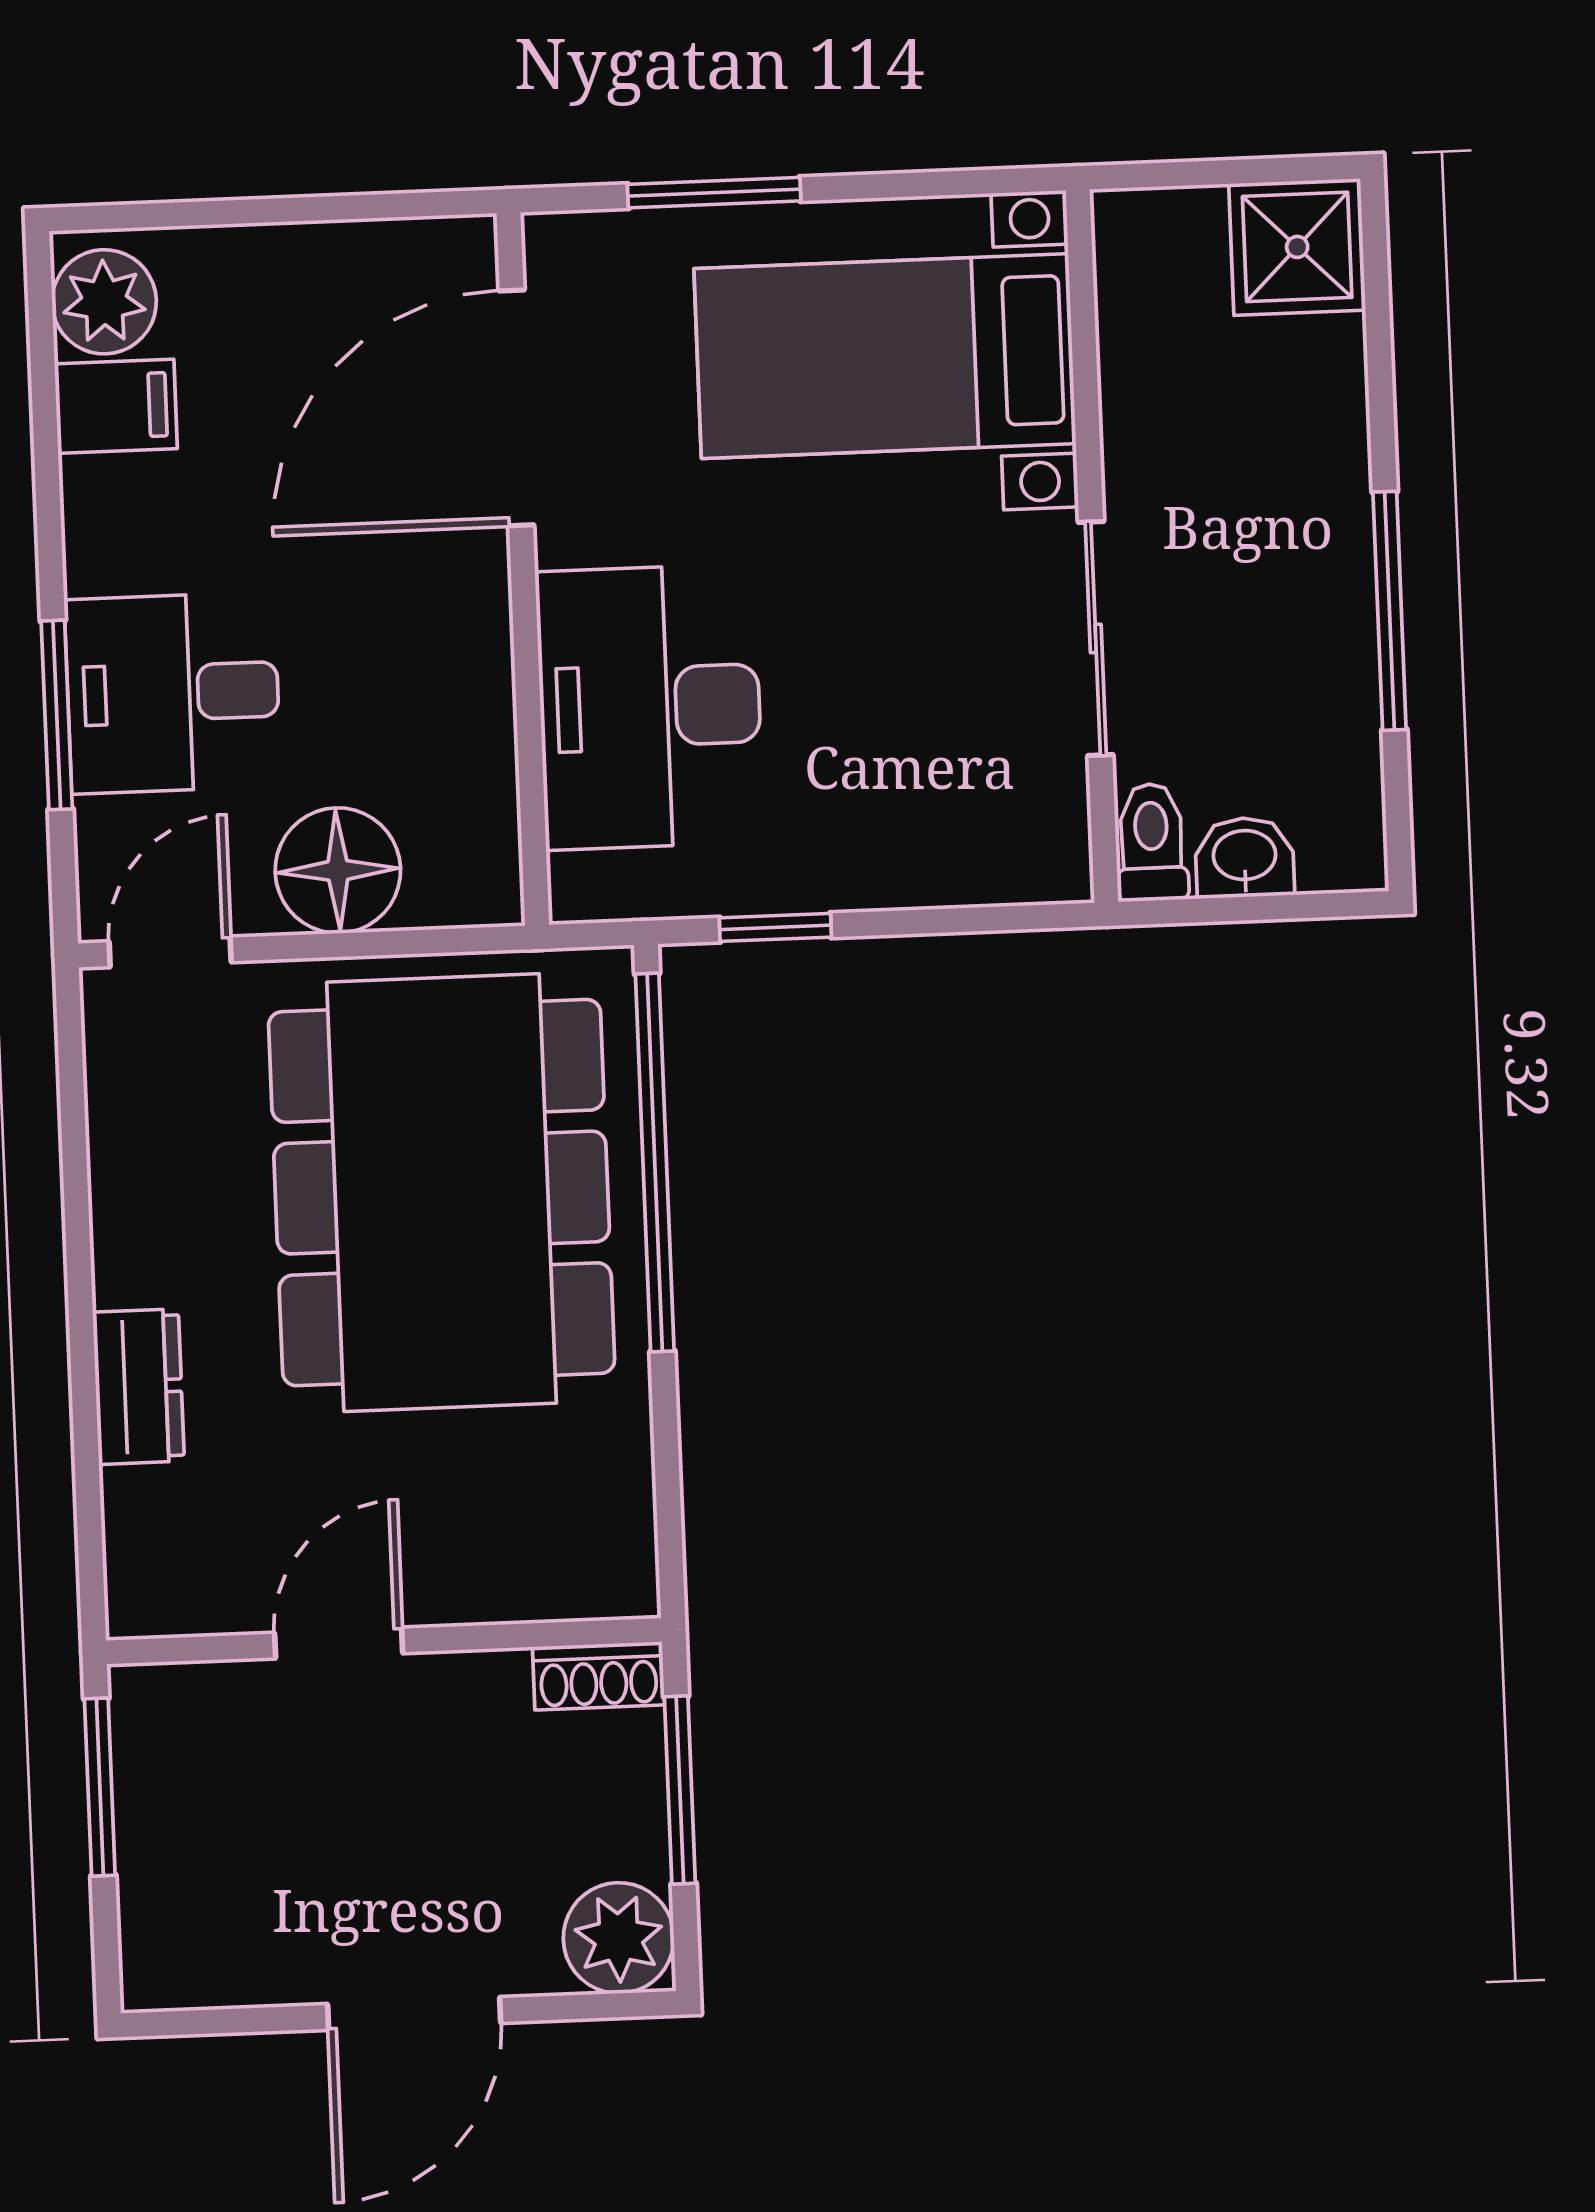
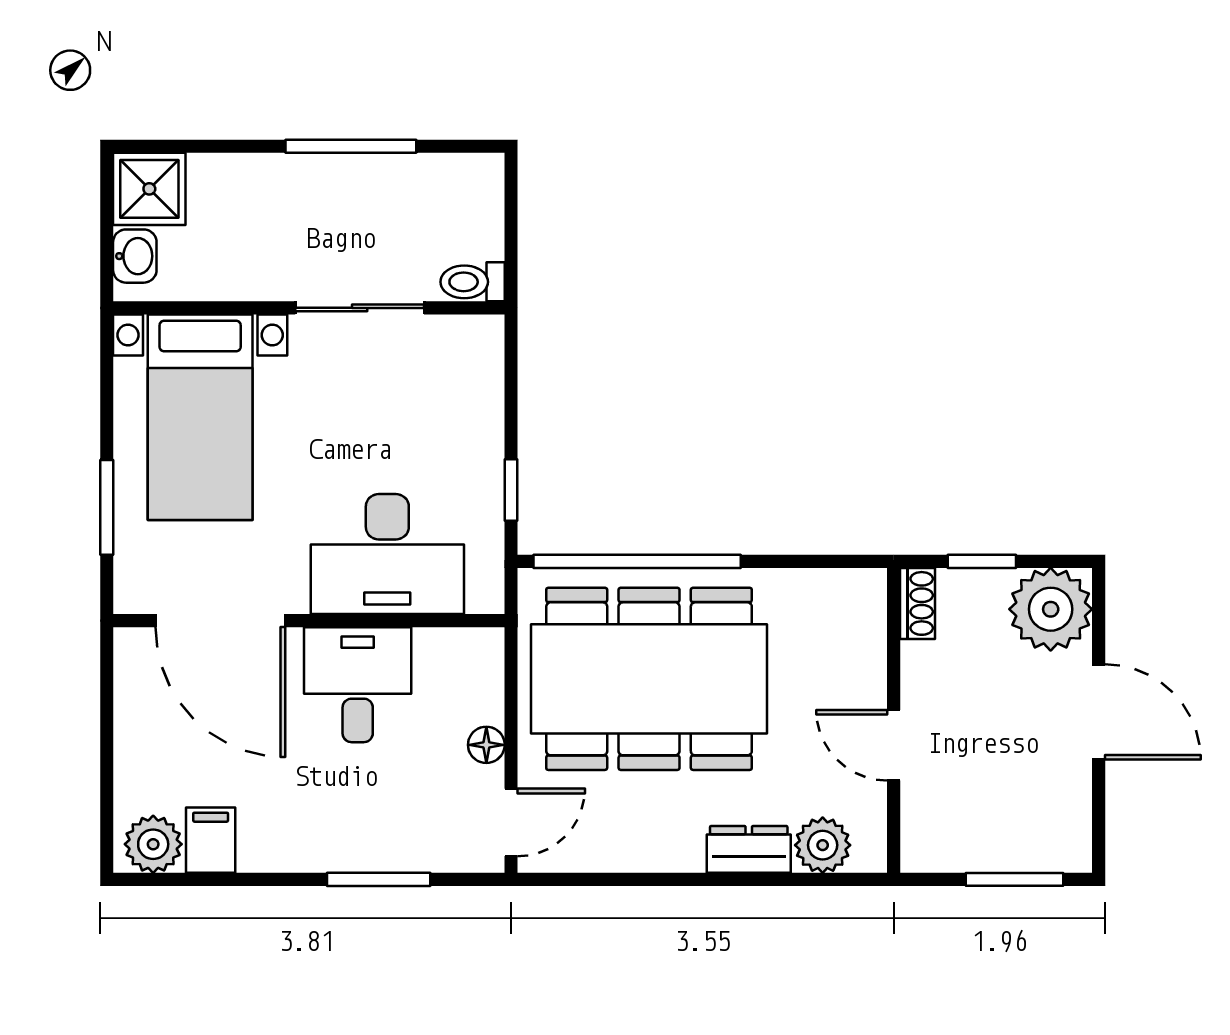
desk: (173, 693) -> (358, 685), moved, turned 180
washbasin: (1245, 857) -> (135, 256), moved, turned 180
floor lamp: (338, 870) -> (486, 745), width x0.53, depth x0.53
door: (170, 952) -> (511, 822), swing flipped
plant: (151, 1521) -> (823, 845), added
window: (100, 1787) -> (1014, 879), moved
window: (680, 1790) -> (982, 561), width x0.67
plant: (619, 1938) -> (1051, 609), width x1.36, depth x1.36

